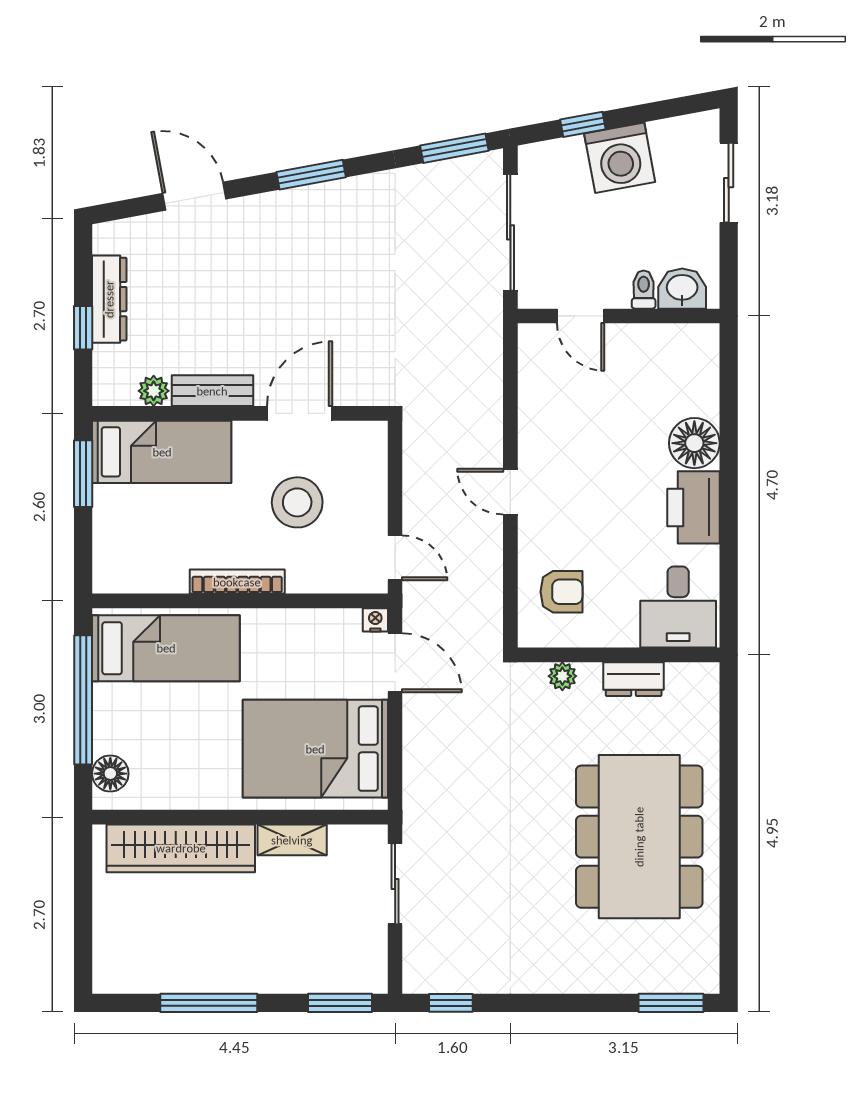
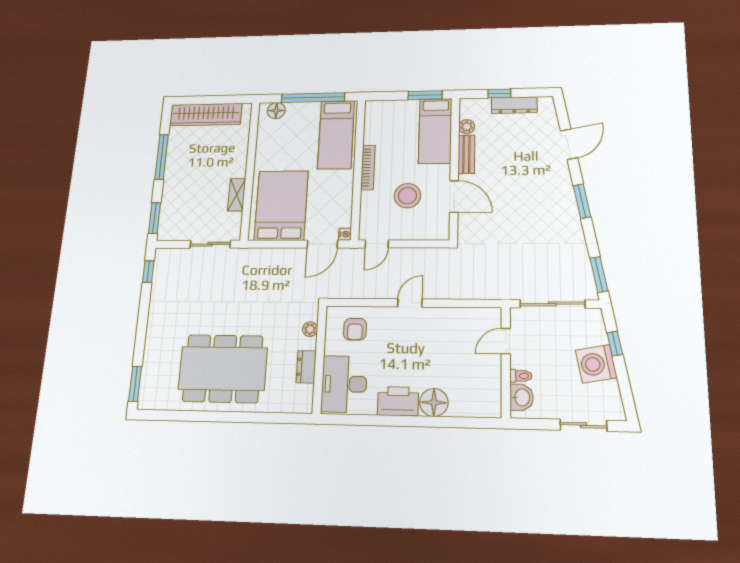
desk: (678, 607) -> (344, 384), width x1.37
wardrobe: (181, 848) -> (206, 115), moved, turned -90

